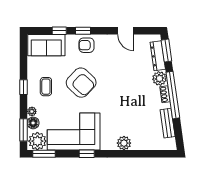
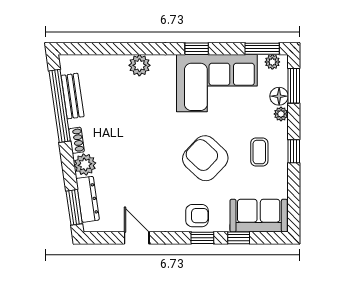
window: (173, 95) -> (60, 106), moved
plant: (37, 141) -> (272, 62), width x0.53, depth x0.53

